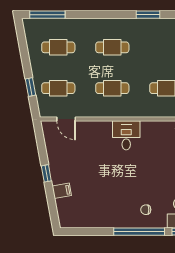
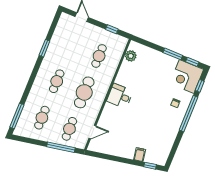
window: (30, 87) -> (61, 147), width x2.17
cafe table: (112, 88) -> (84, 92), width x1.37, depth x1.35
window: (46, 173) -> (150, 166), moved

